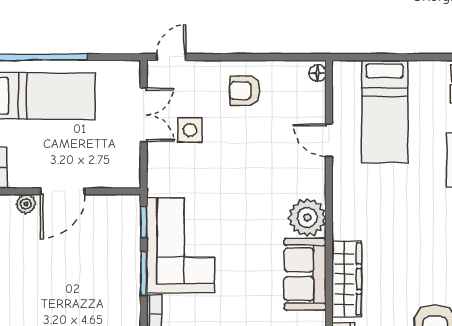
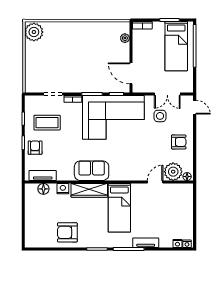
armchair: (245, 91) -> (179, 142), turned 90
bed: (385, 111) -> (119, 208), moved, turned -90
door: (63, 191) -> (131, 73), moved
plant: (307, 217) -> (173, 172), moved
corner sofa: (181, 246) -> (113, 117), width x1.36, depth x1.36

